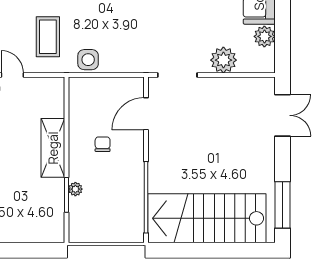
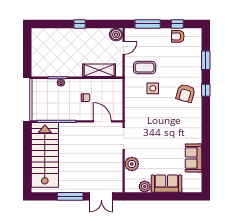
side table: (88, 60) -> (153, 88), moved
shelving: (53, 148) -> (99, 70), moved
window: (283, 205) -> (70, 196), moved

